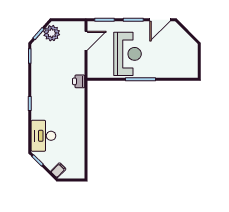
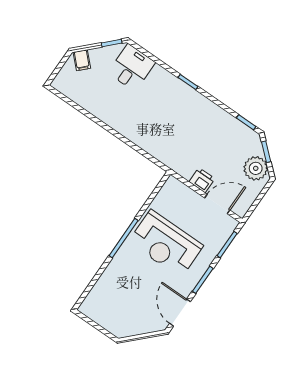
door: (86, 41) -> (217, 204), swing flipped
printer: (79, 81) -> (202, 180), moved
desk: (43, 136) -> (132, 68), width x0.73

